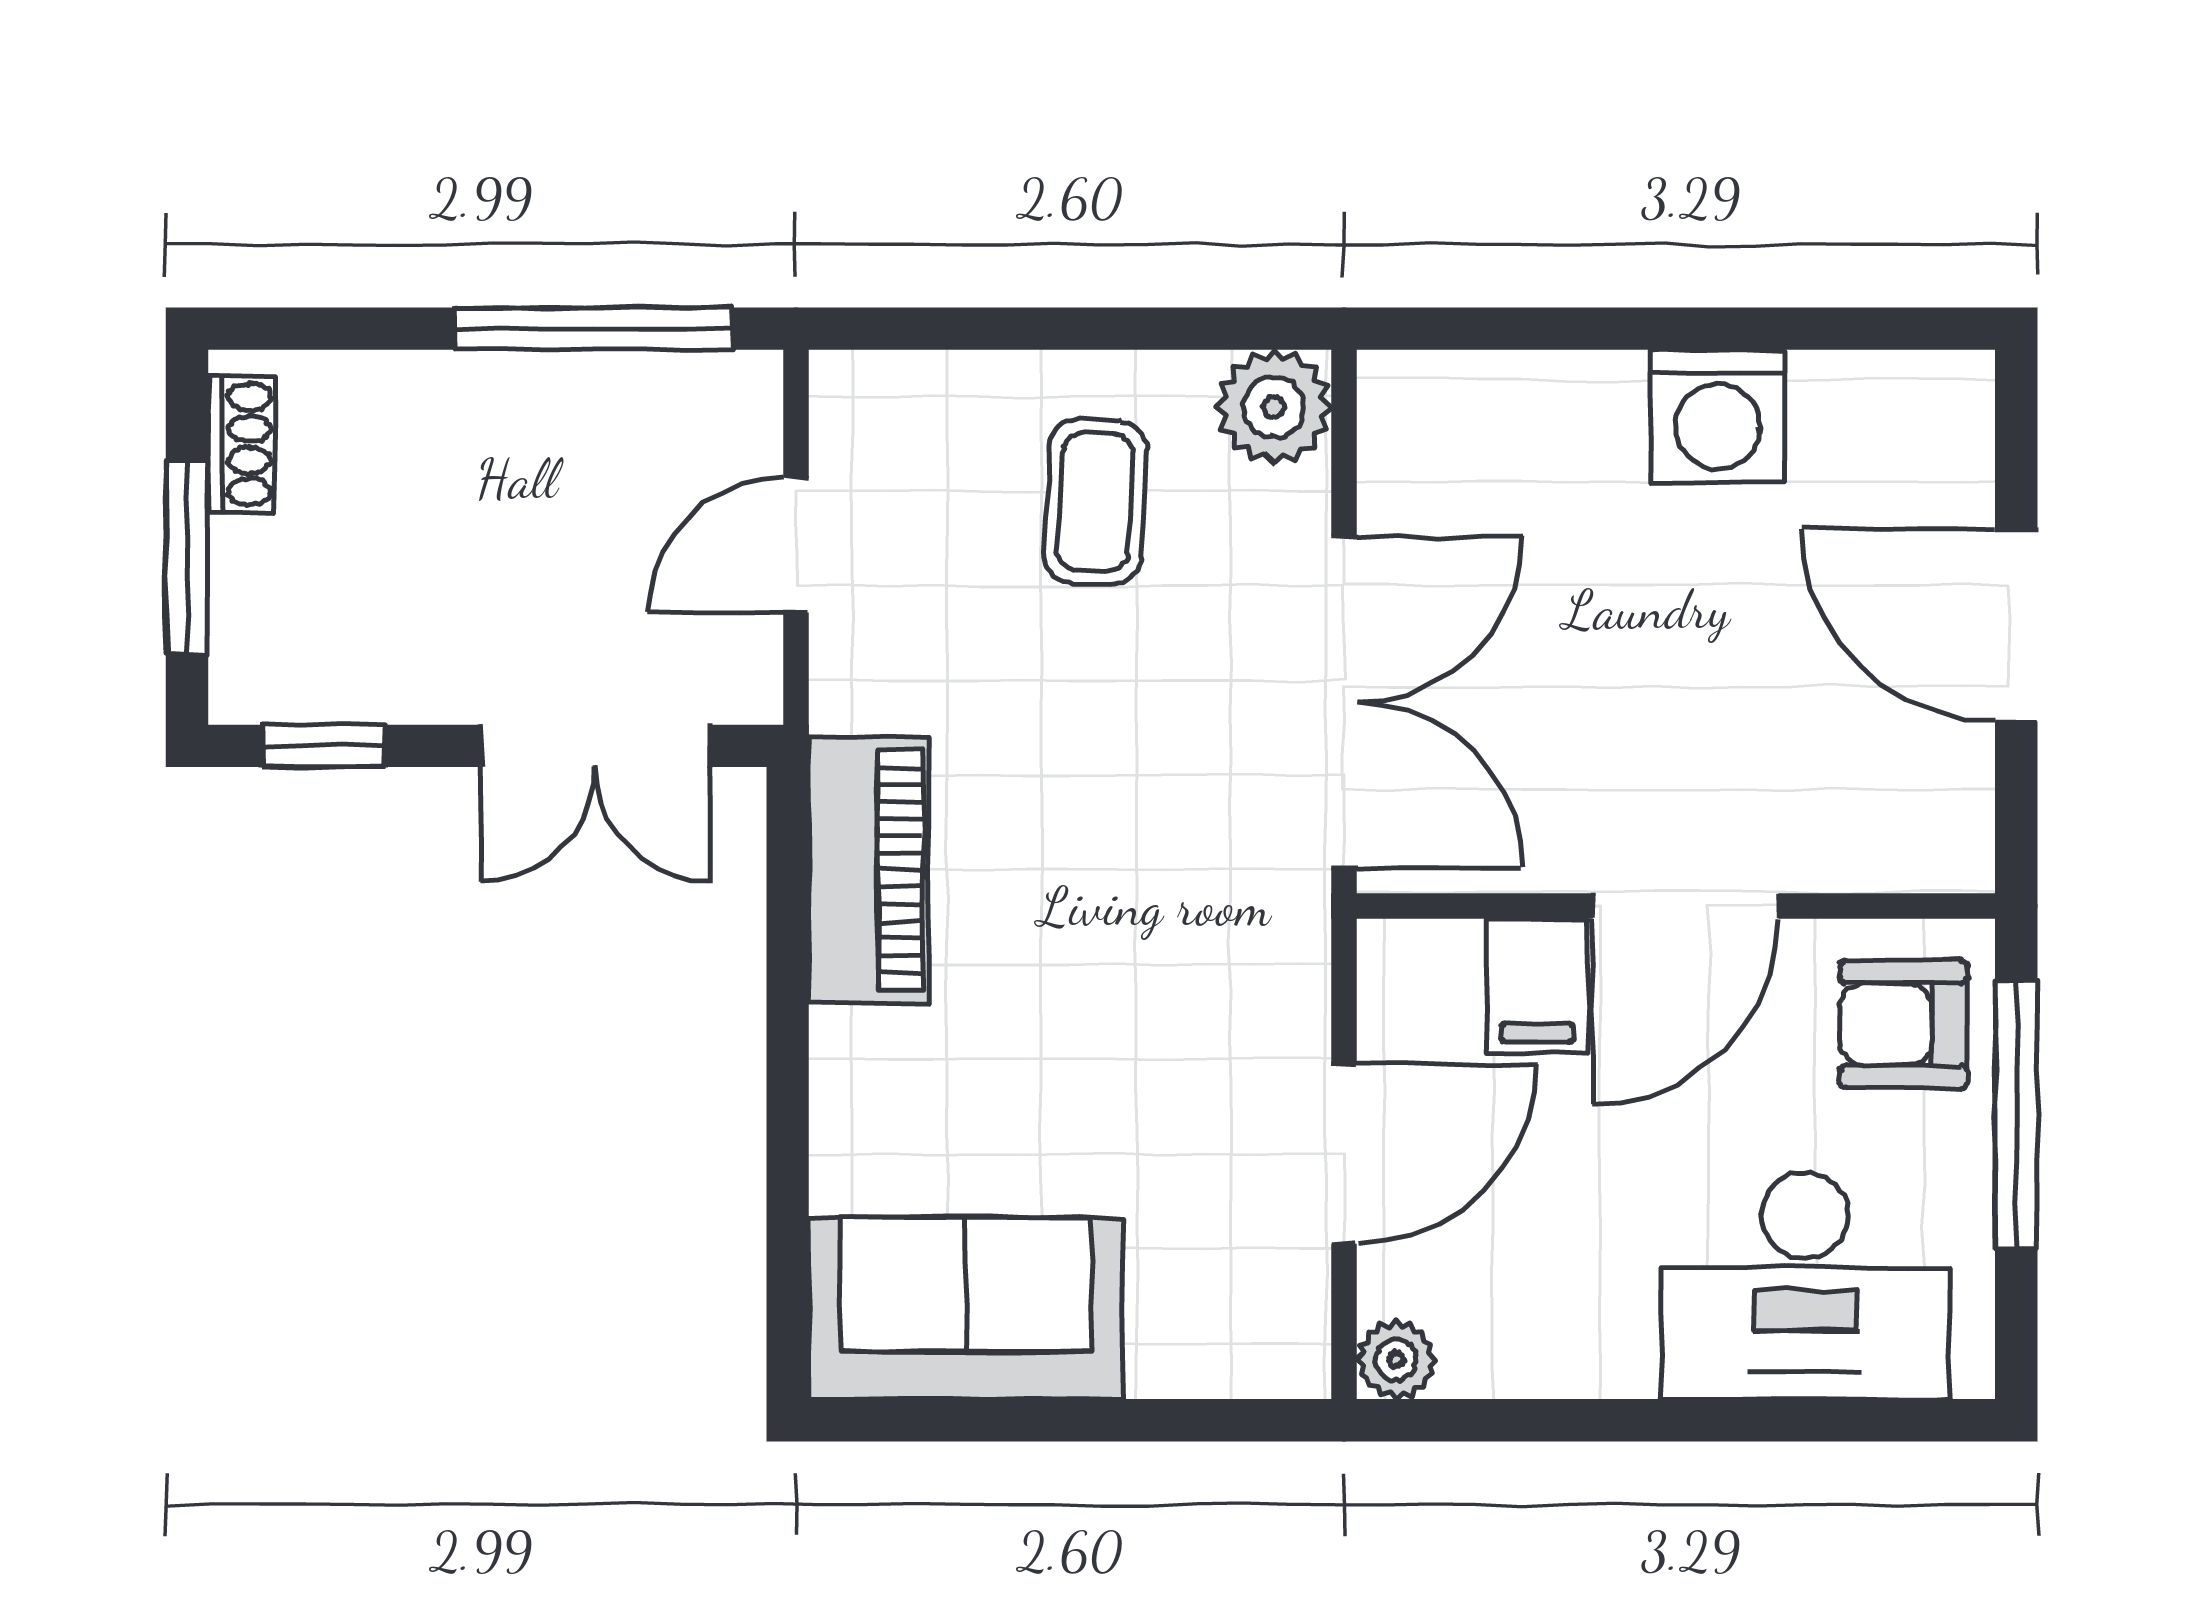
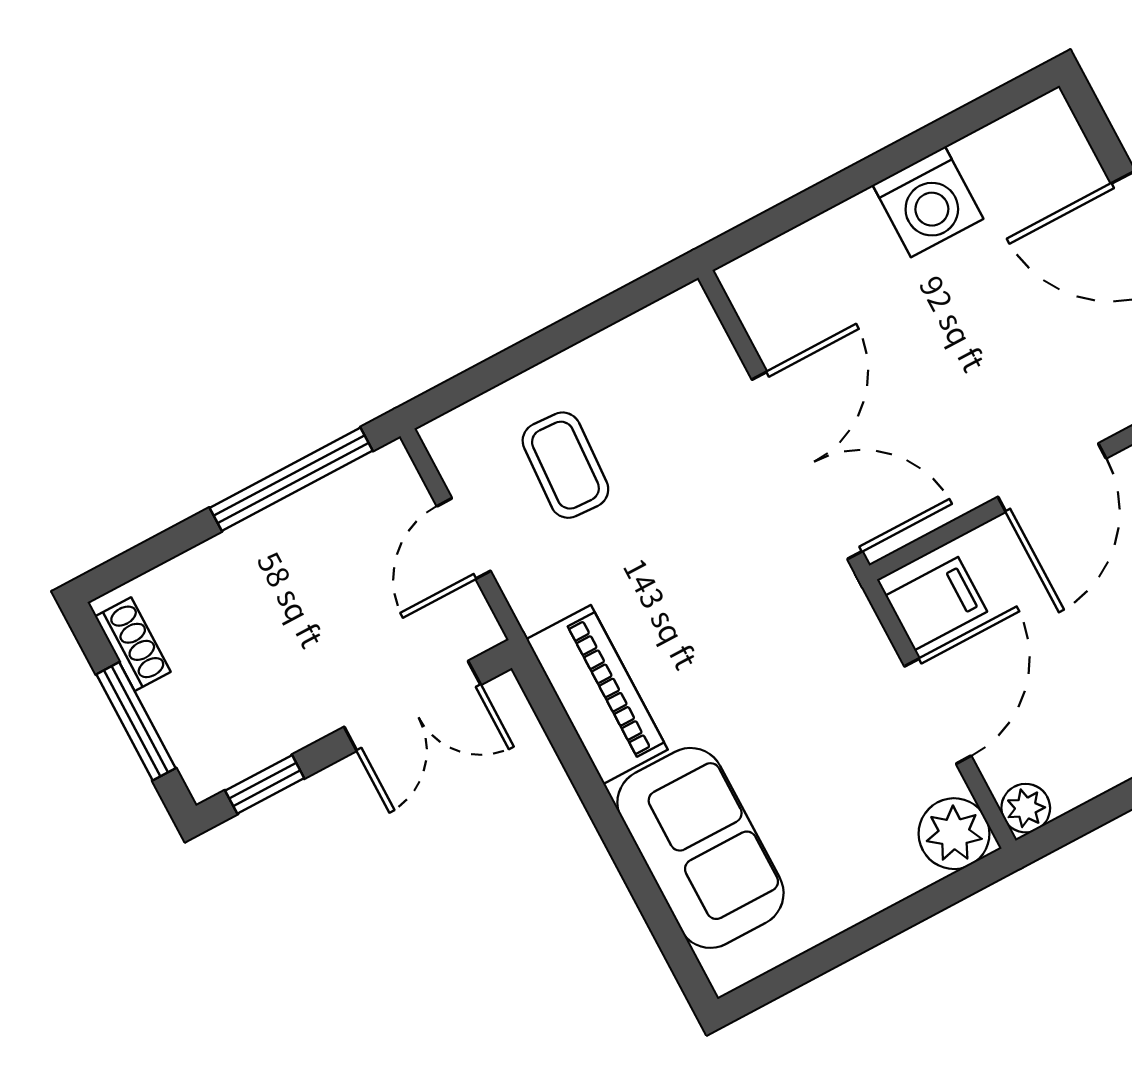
plant: (1274, 407) -> (954, 834), moved
coffee table: (1095, 502) -> (565, 465), moved
filing cabinet: (1537, 986) -> (936, 604), moved, turned -90
sofa: (966, 1308) -> (700, 848), moved, turned 90

